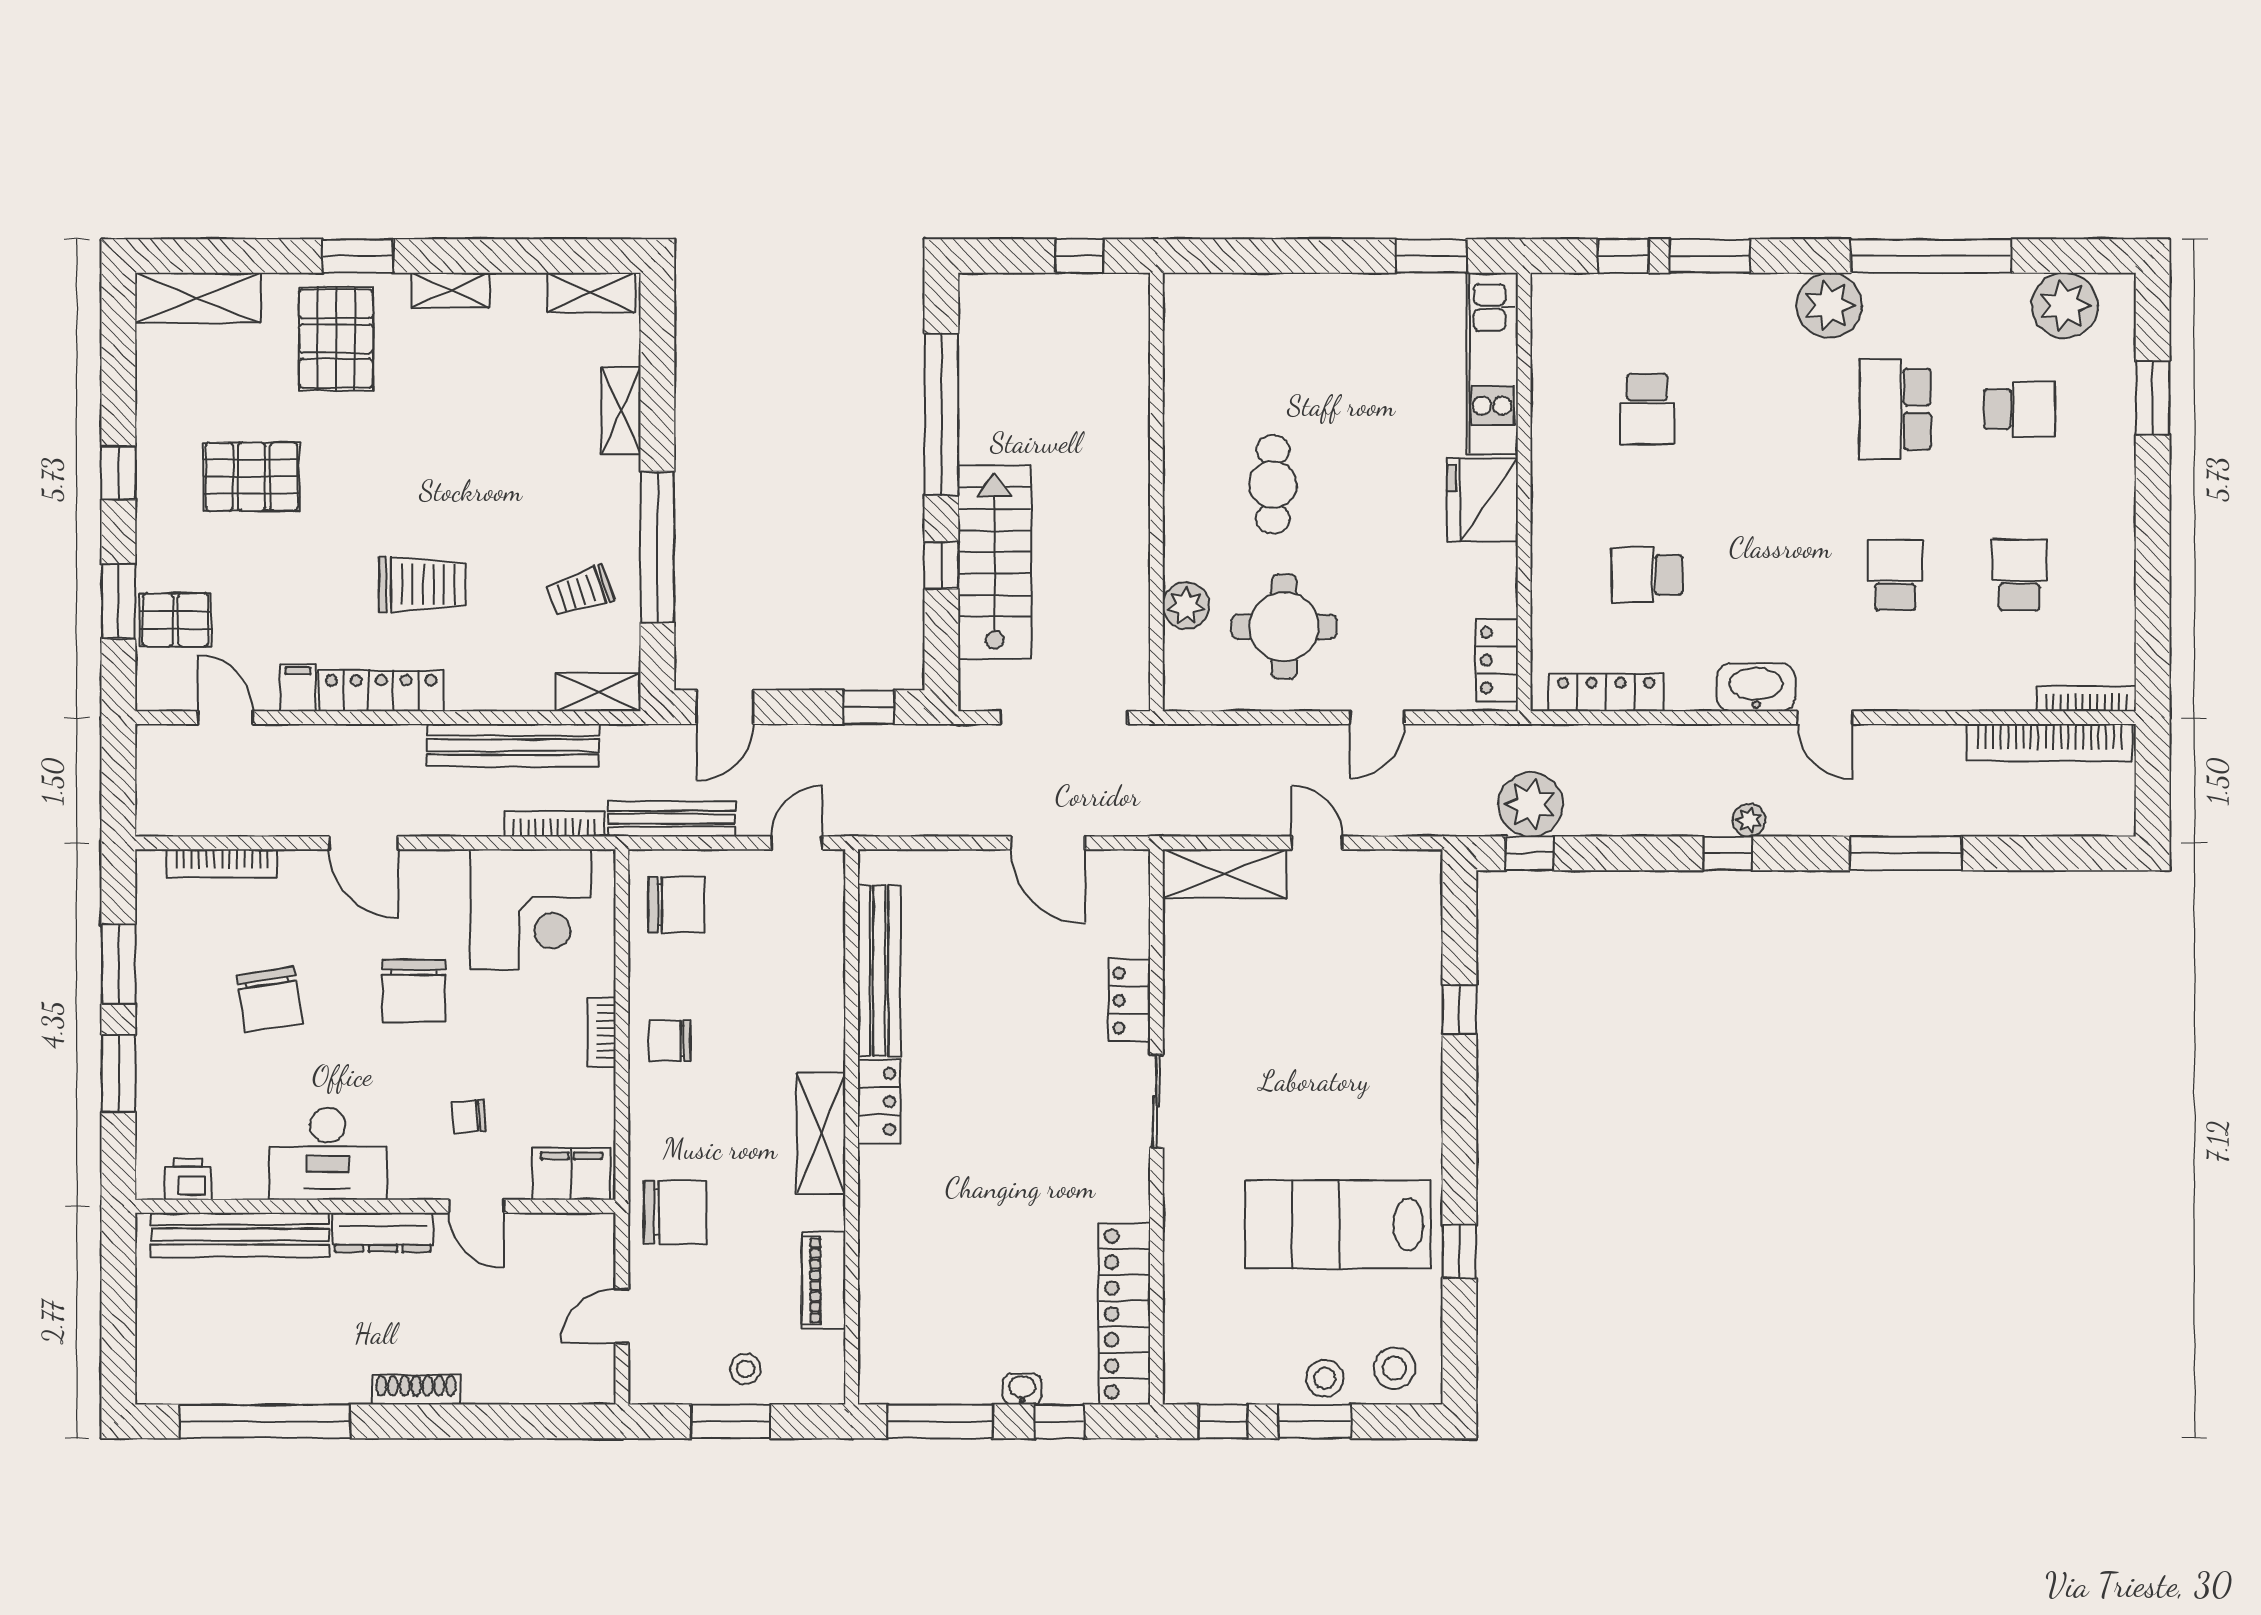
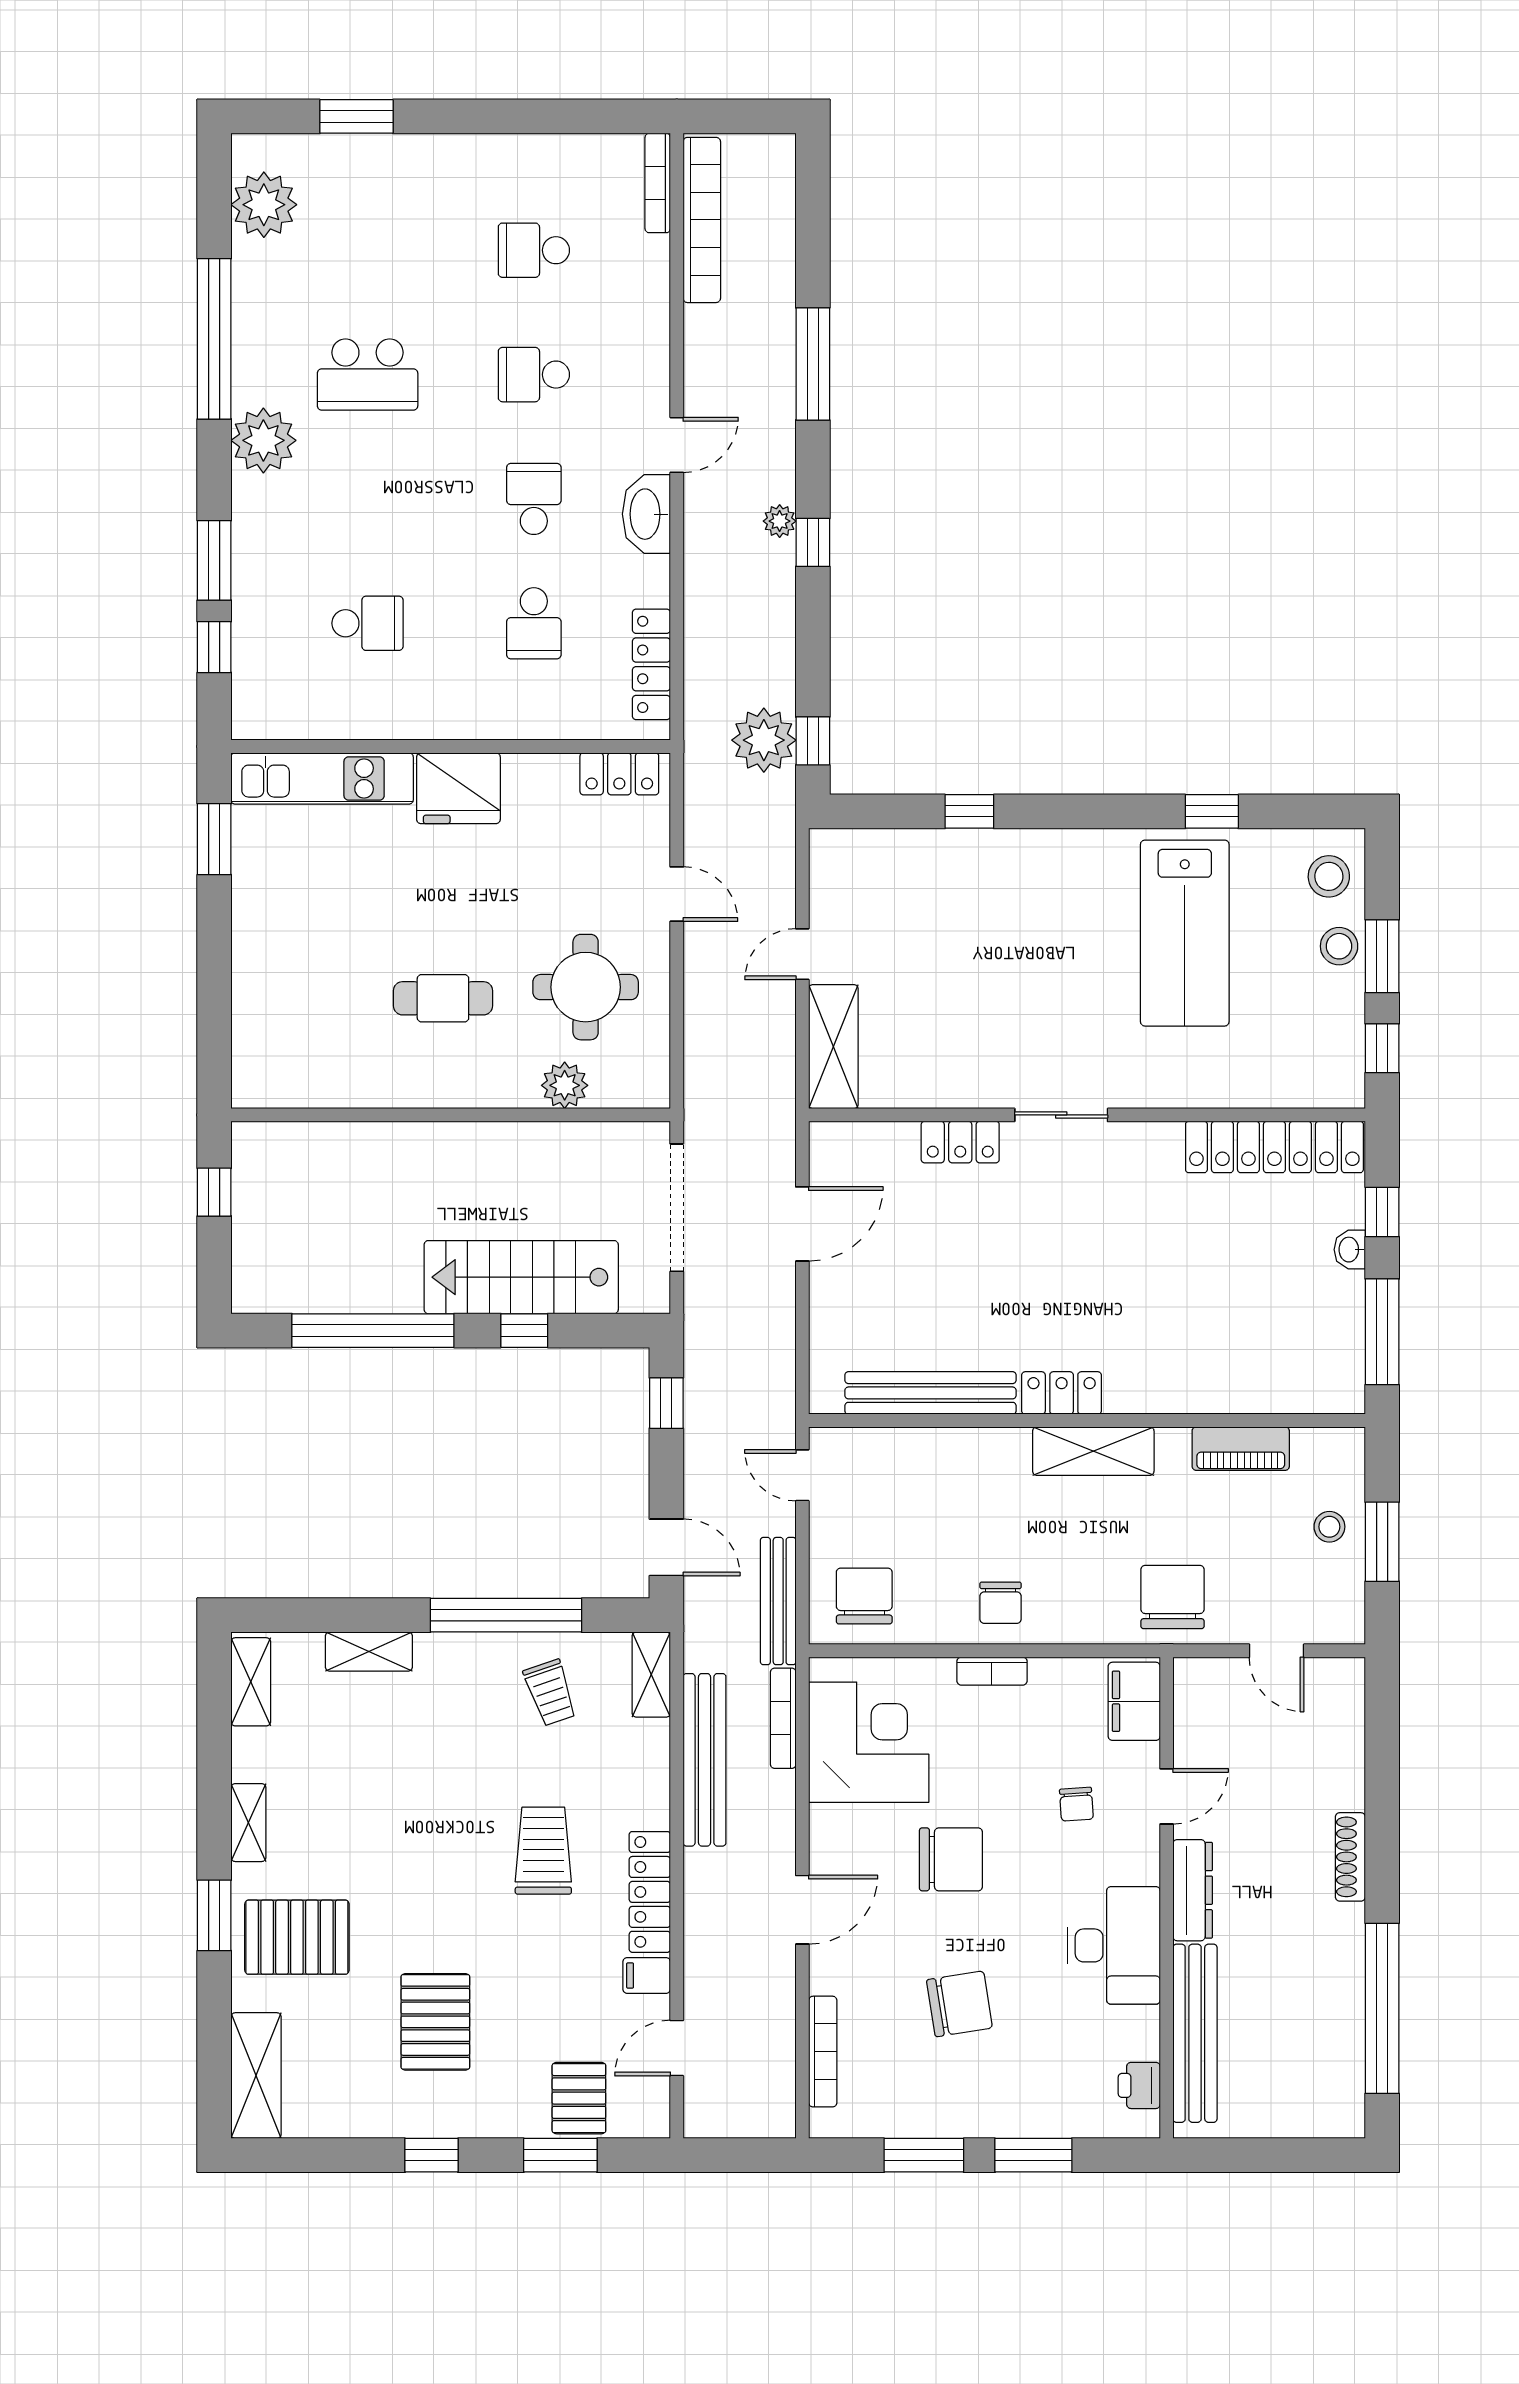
school desk: (2019, 409) -> (534, 499), moved

